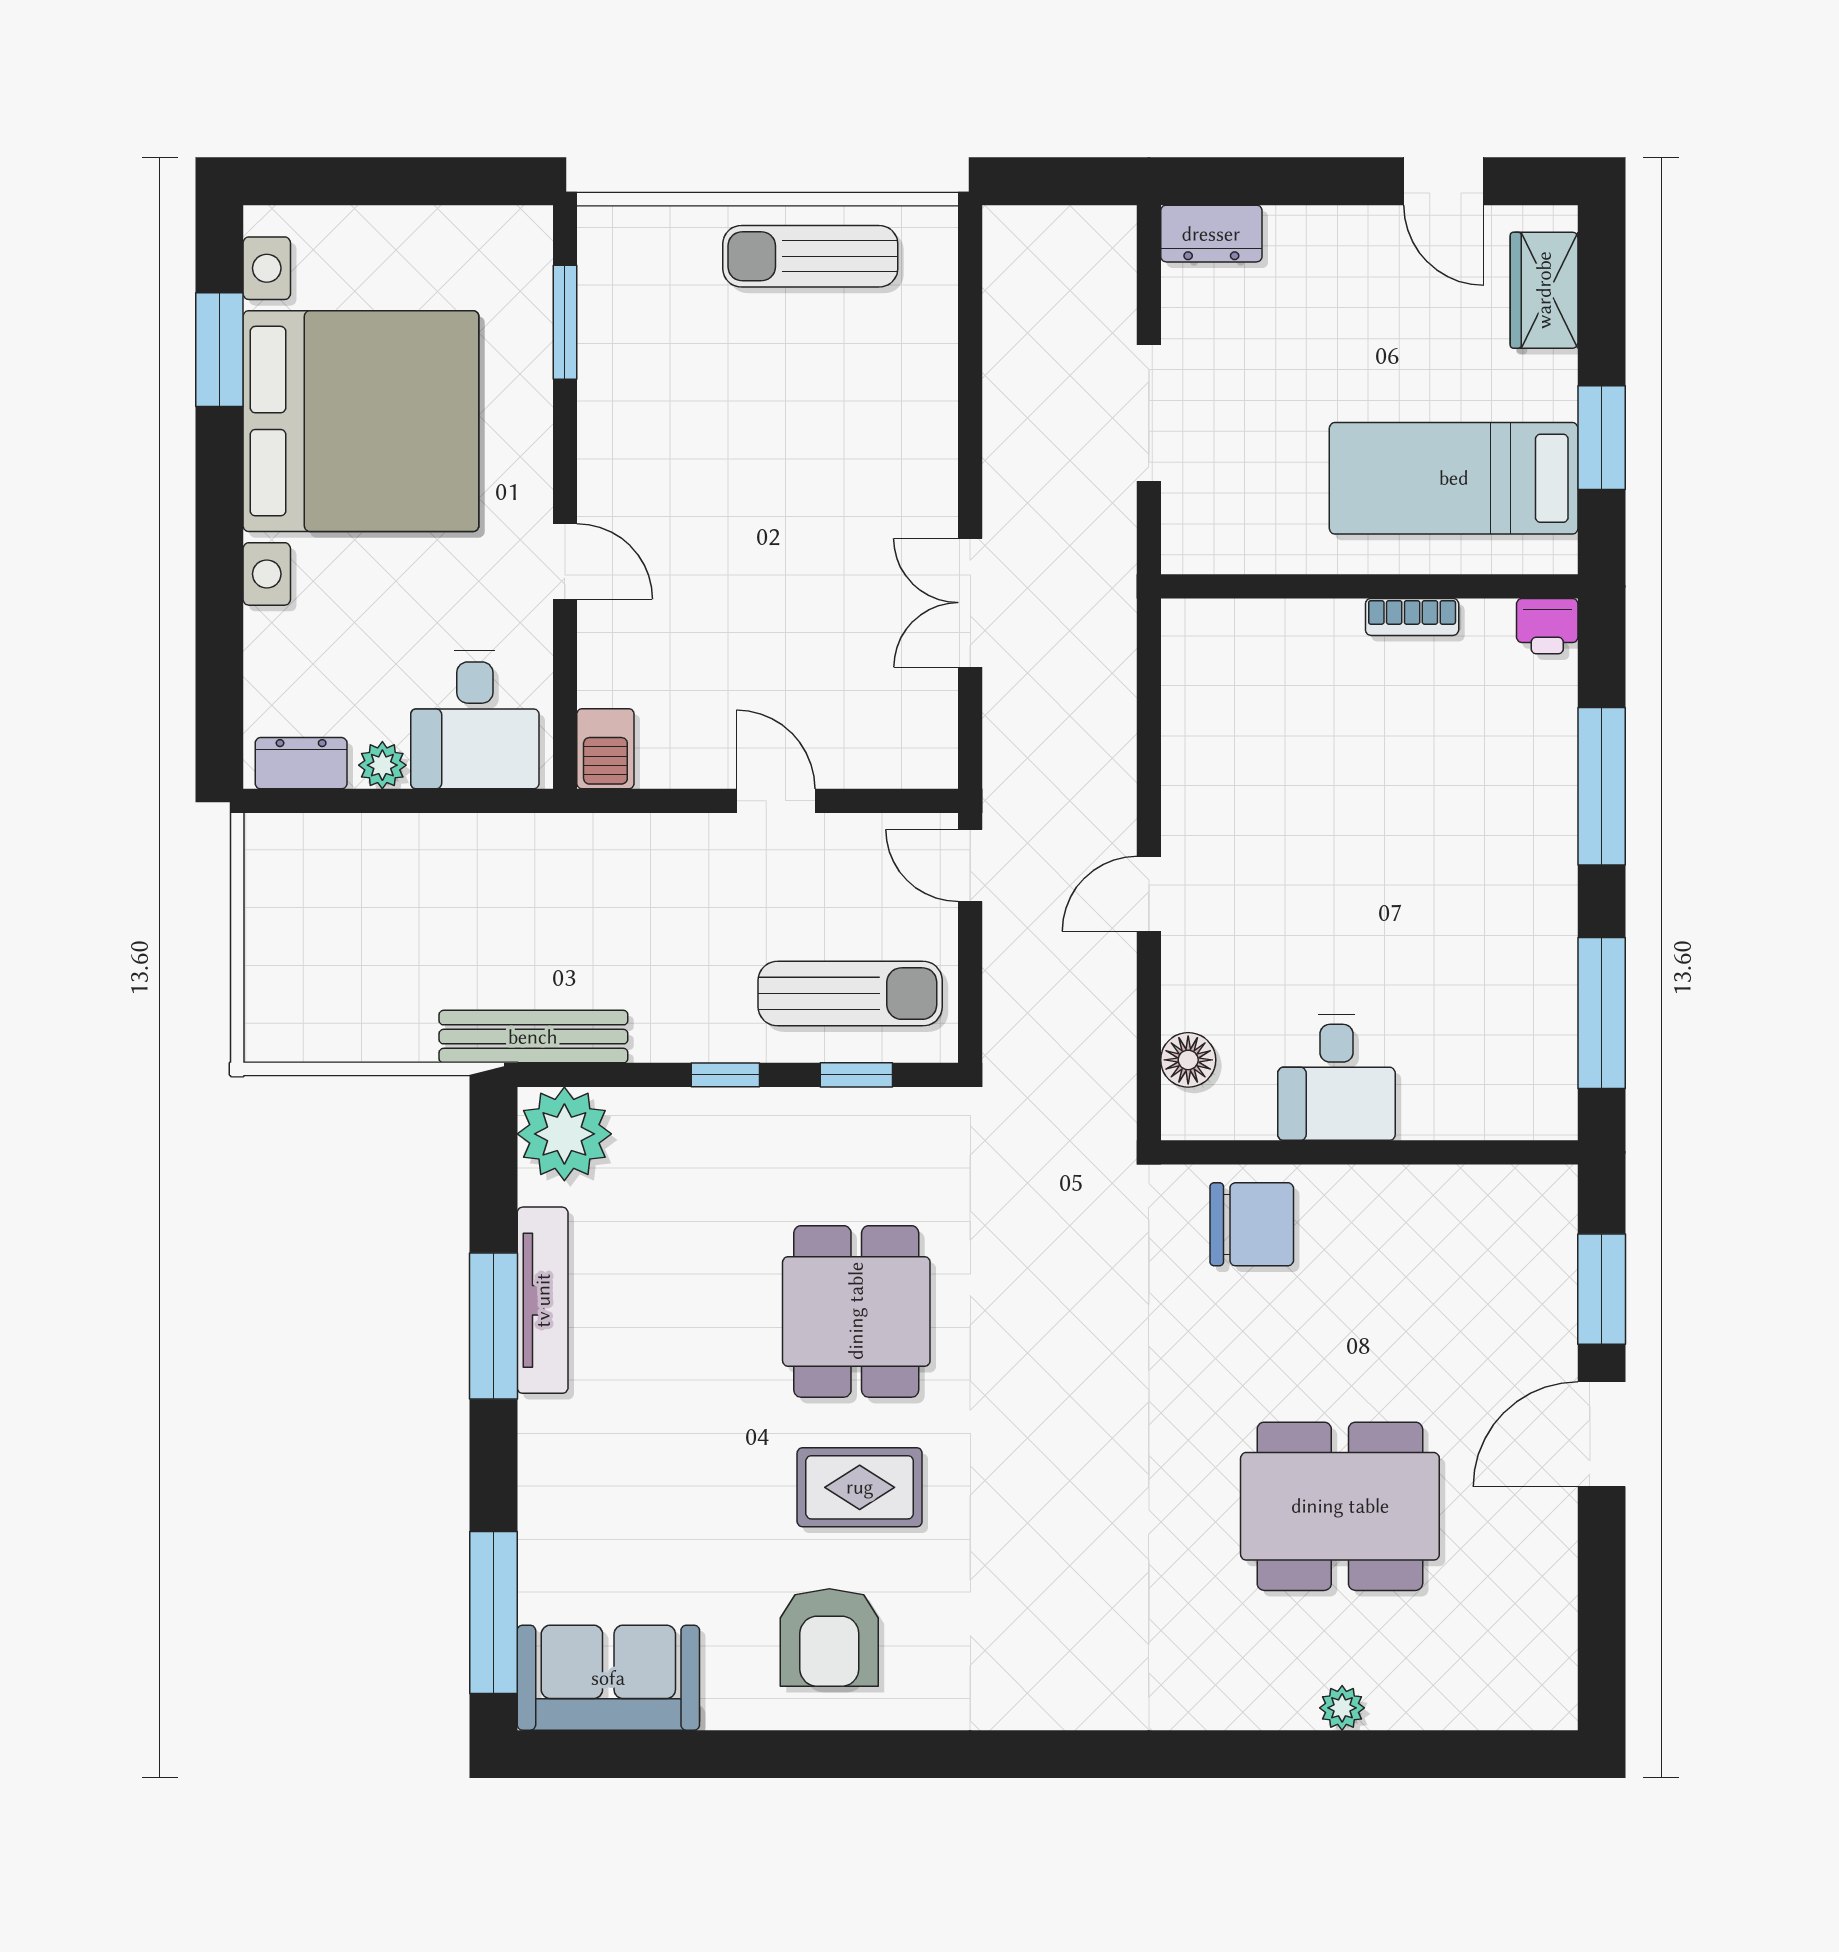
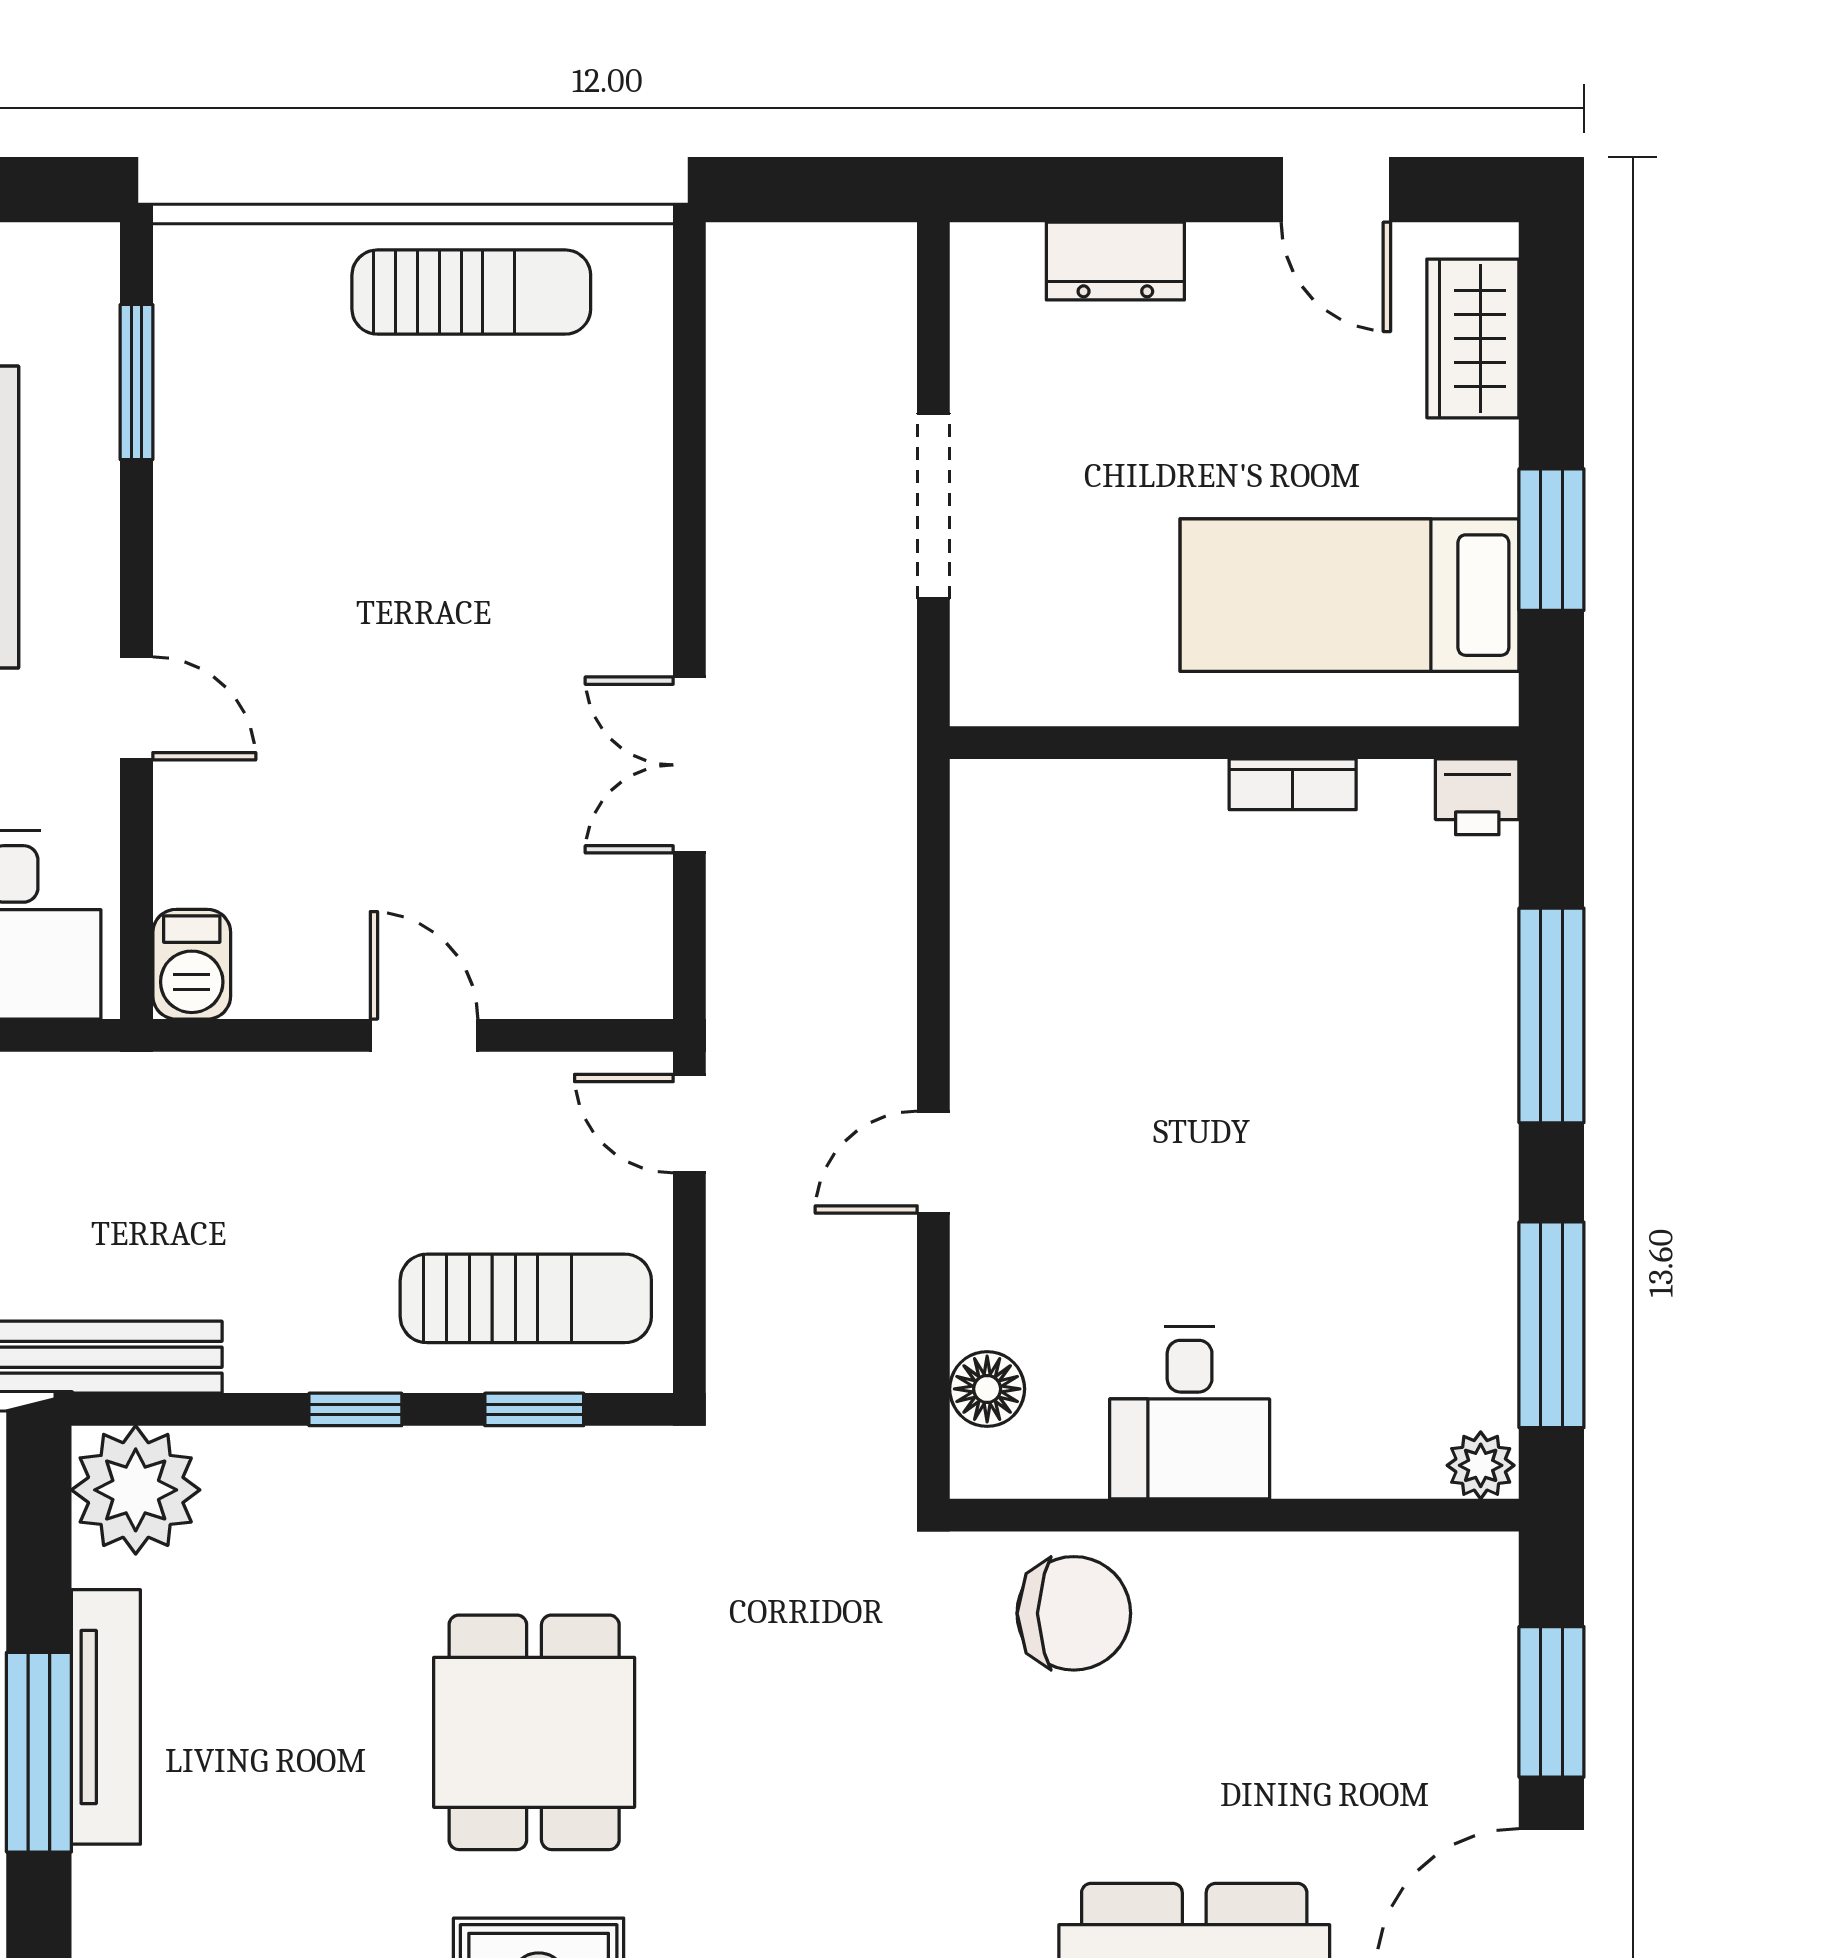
dresser: (1211, 234) -> (1115, 261), moved
sun lounger: (810, 256) -> (471, 292), turned 180
plant: (1550, 1116) -> (1481, 1465), added

